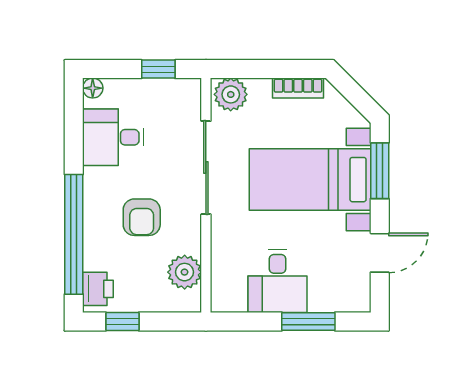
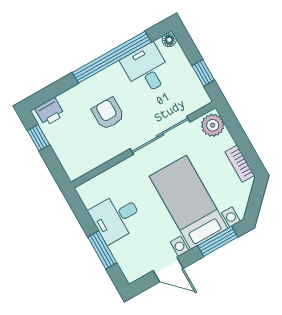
armchair: (142, 217) -> (108, 114), turned 90
window: (74, 234) -> (112, 57), moved
plant: (185, 272) -> (90, 158), removed

